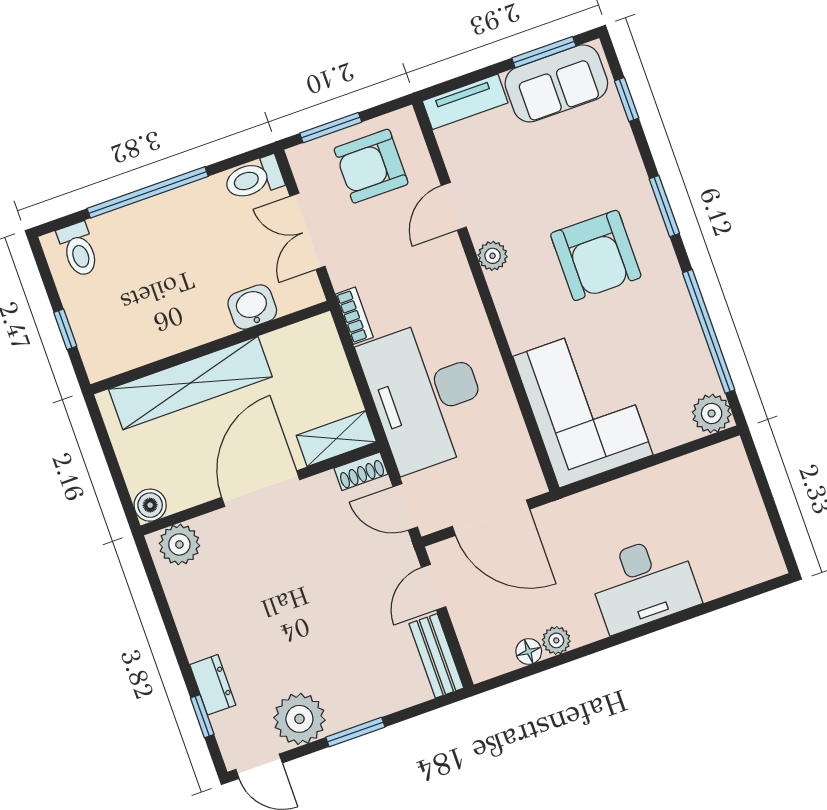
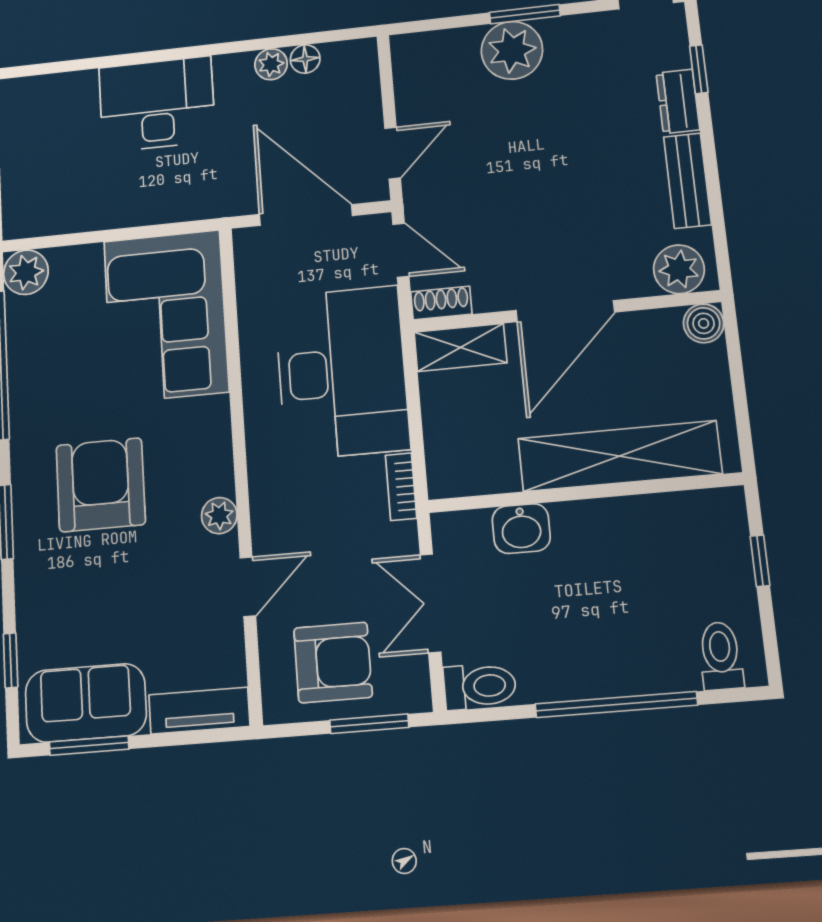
double door: (308, 231) -> (431, 603), swing flipped
bench: (436, 656) -> (687, 181), moved
plant: (299, 719) -> (512, 50), moved

